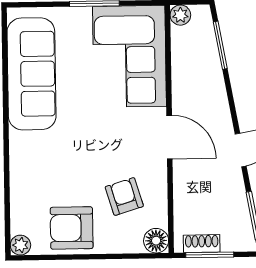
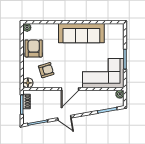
sofa: (32, 74) -> (81, 33), moved

